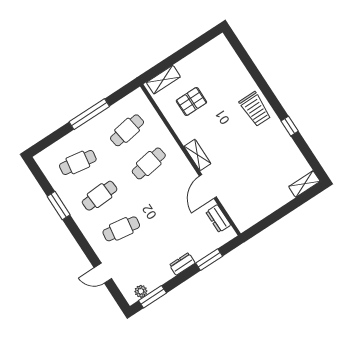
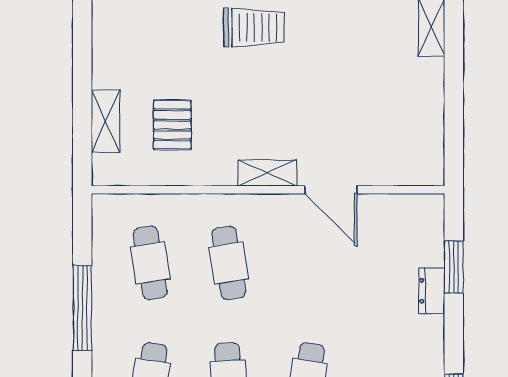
shelving: (163, 80) -> (106, 121), moved
dresser: (218, 219) -> (395, 207), removed
dresser: (182, 264) -> (432, 291), moved

